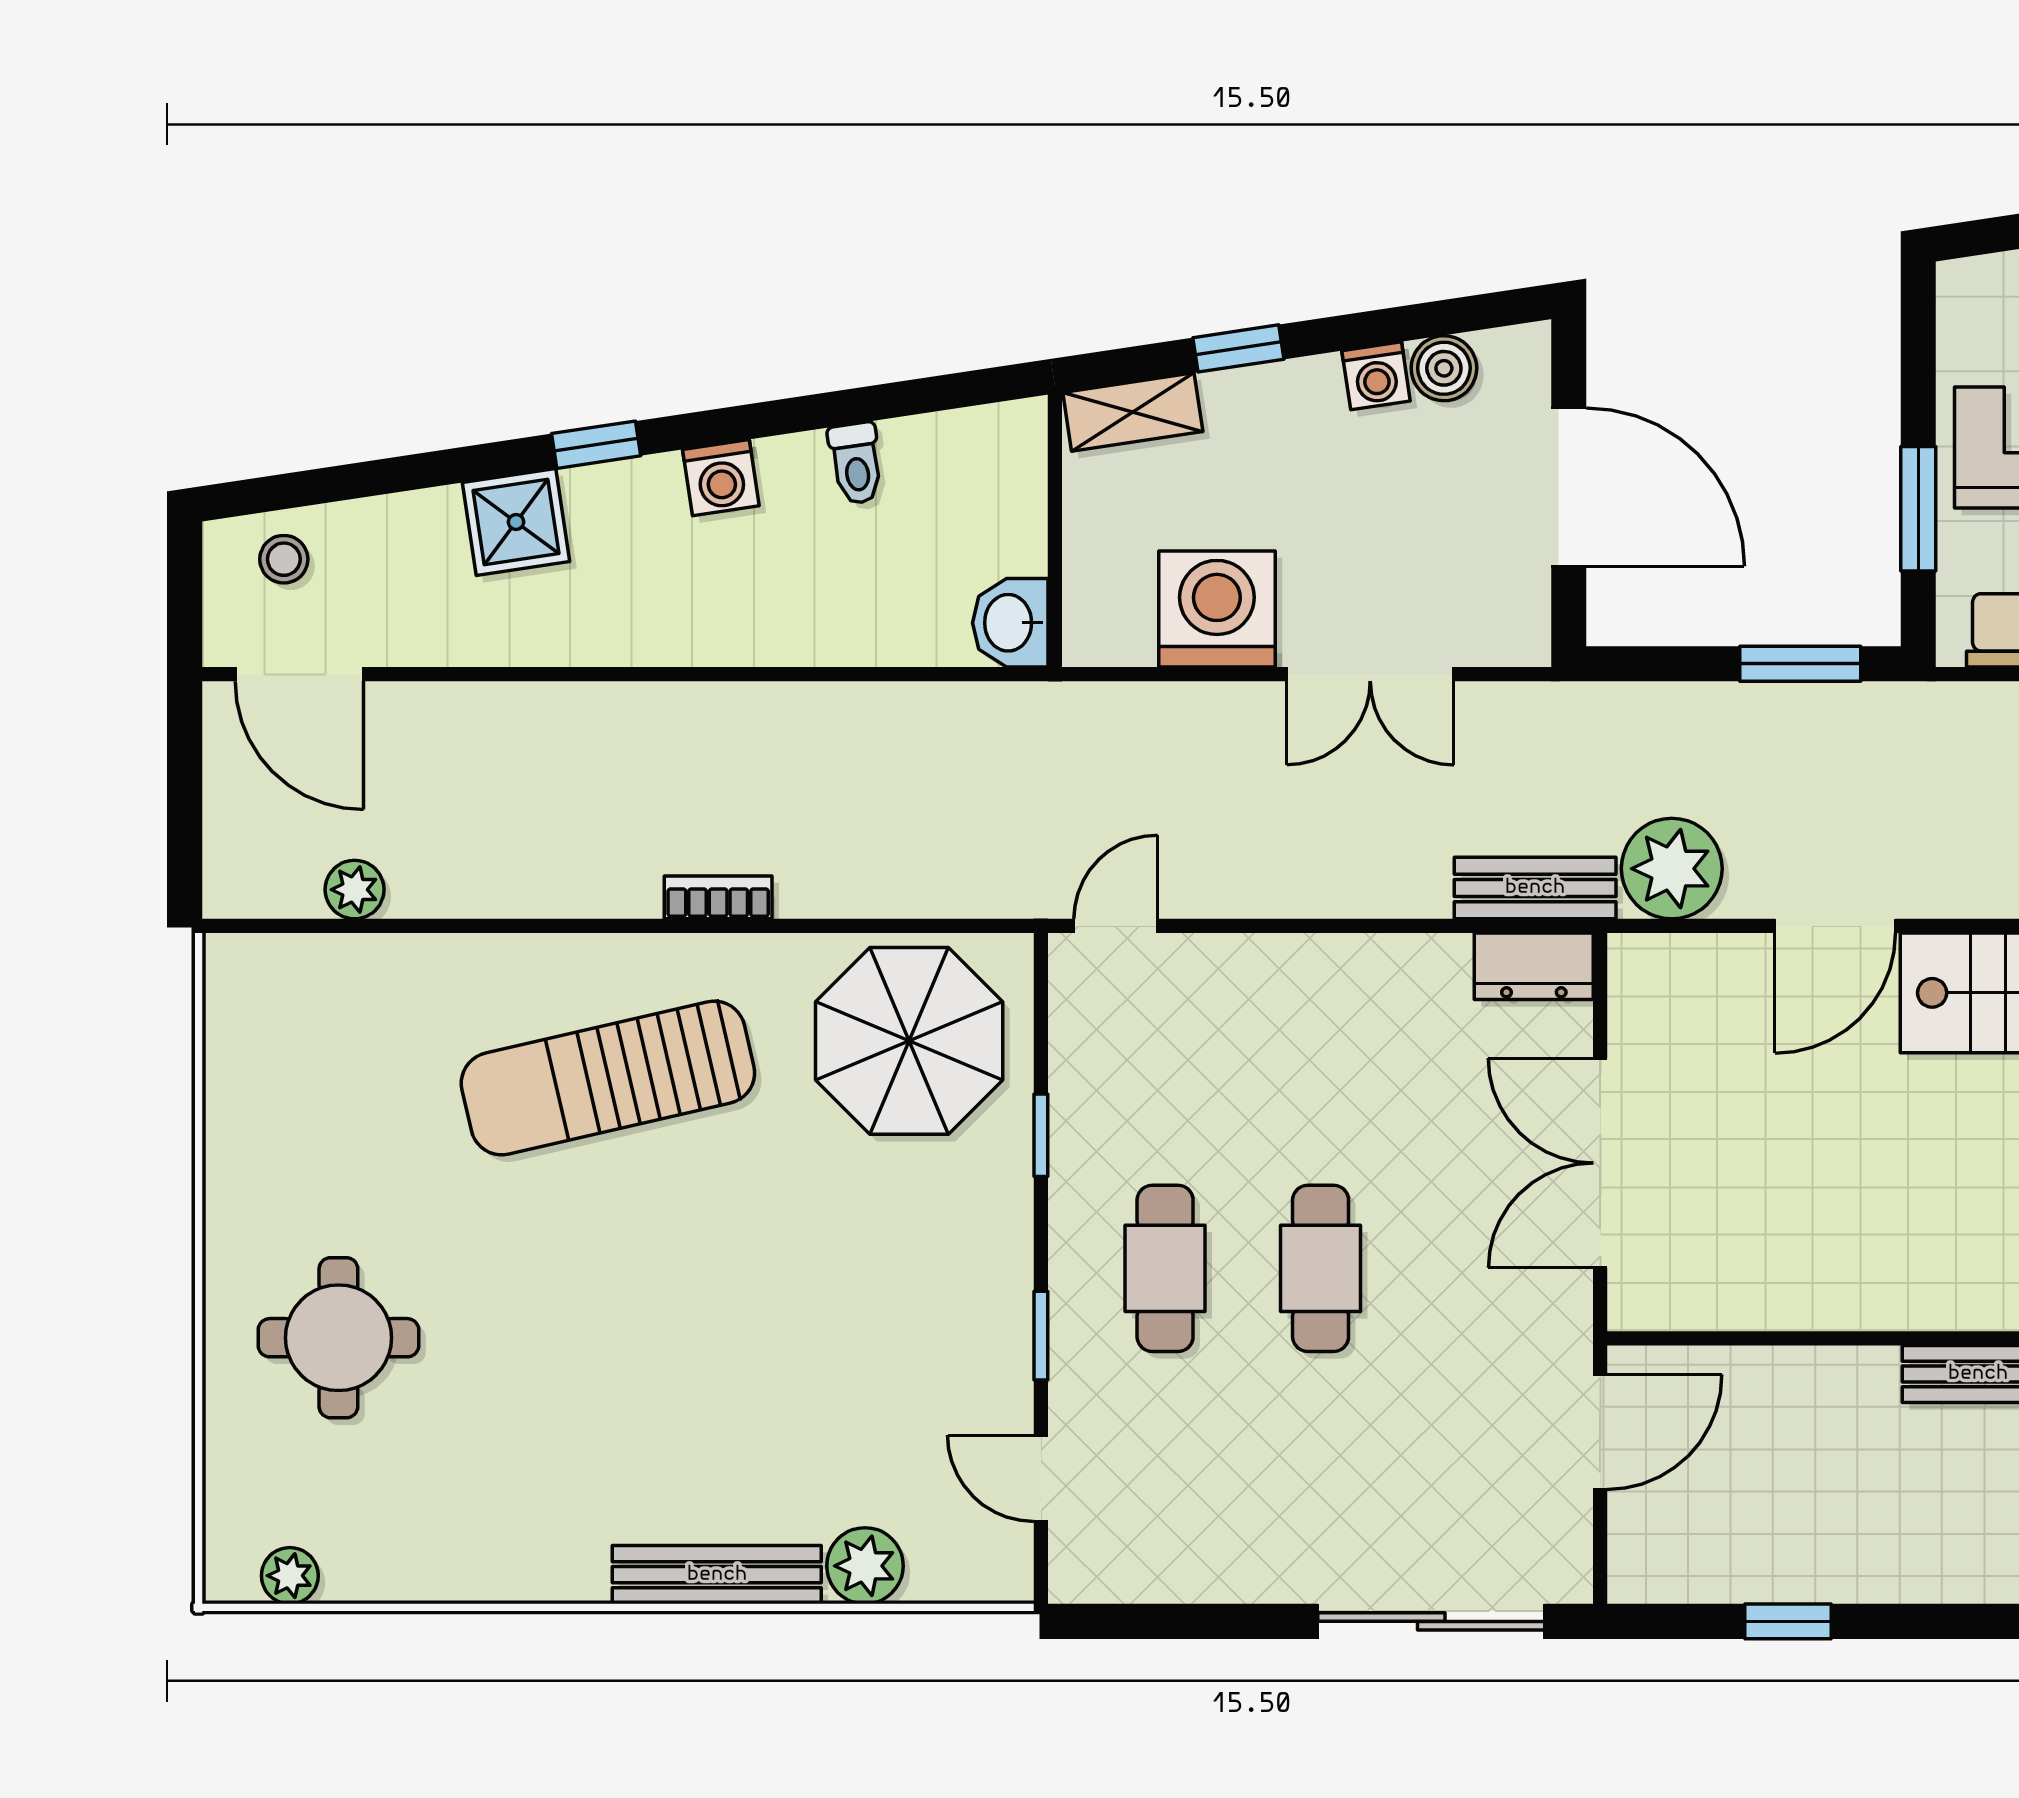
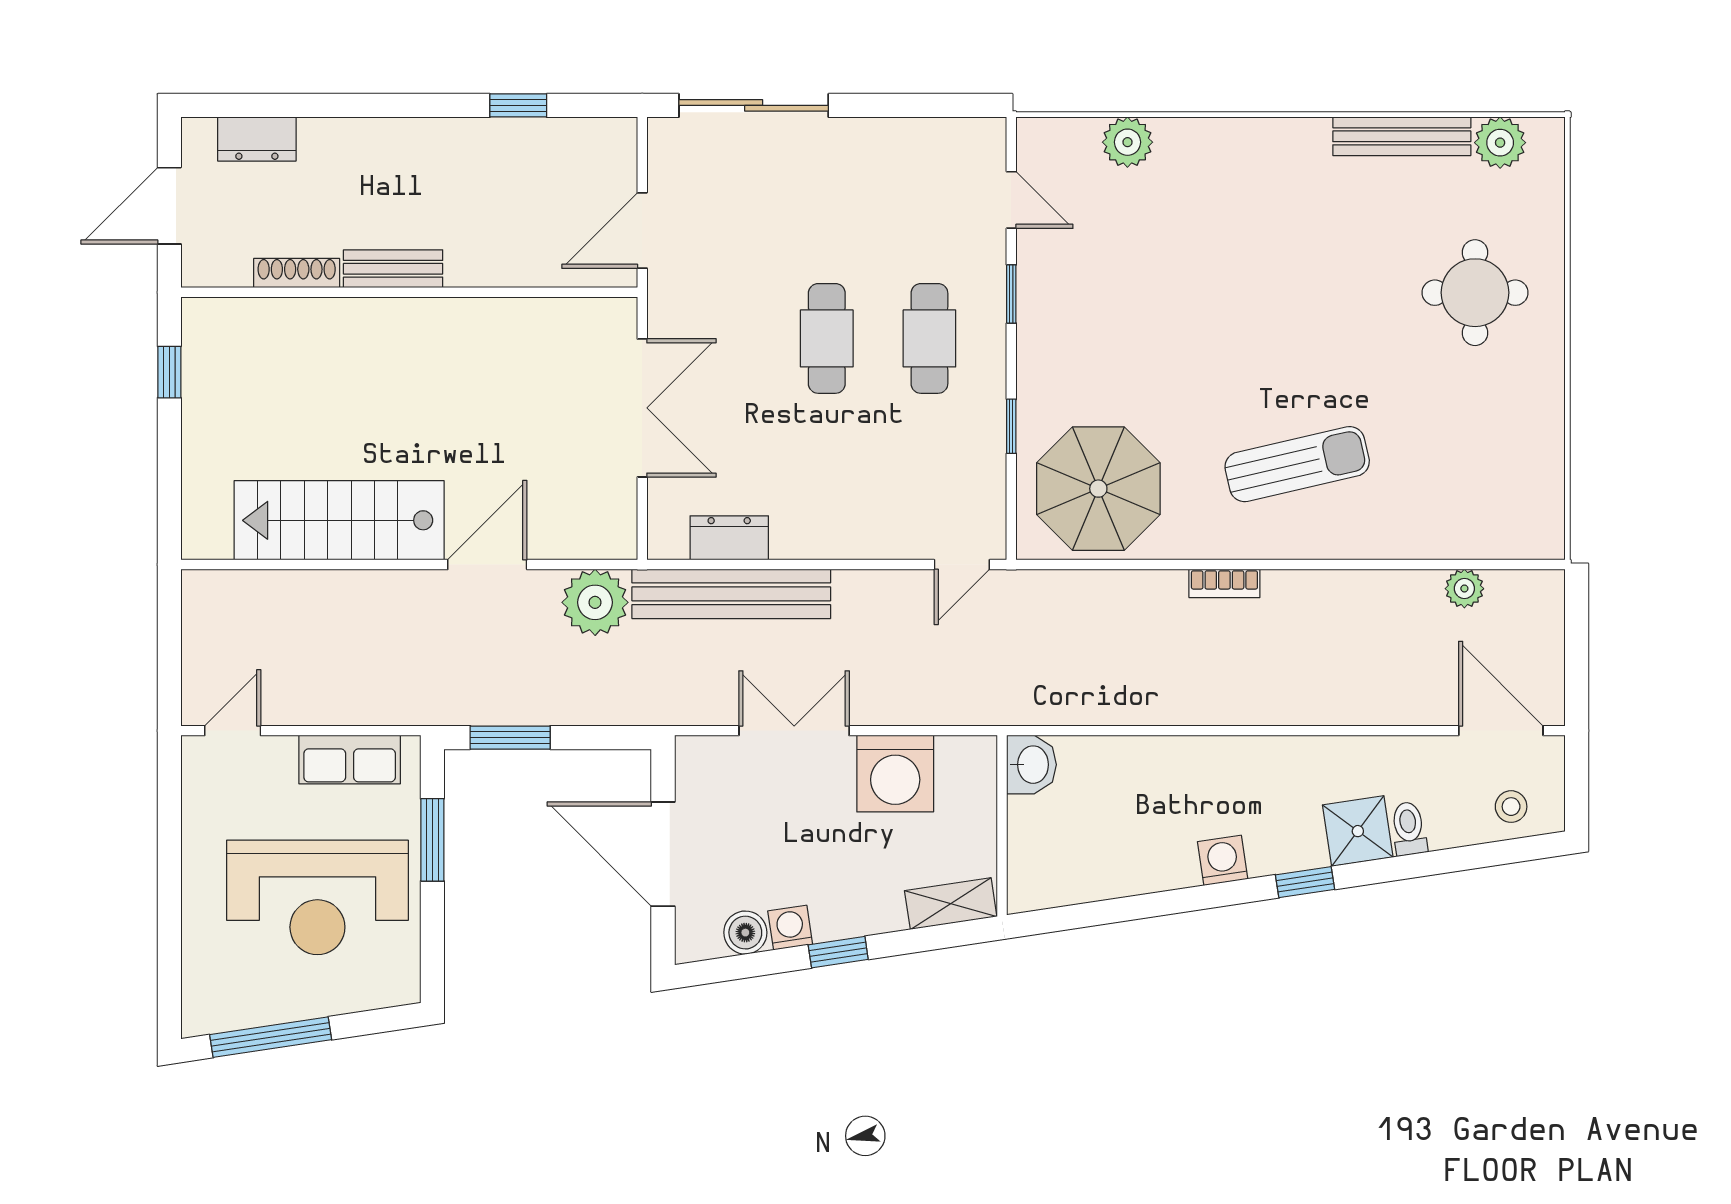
window: (1238, 348) -> (838, 952), moved
toilet: (856, 463) -> (1409, 829), moved
bench: (1535, 888) -> (731, 594), width x1.86, depth x1.21
dresser: (1534, 966) -> (729, 538), moved
sun lounger: (608, 1078) -> (1297, 464), width x0.73, depth x0.75
bench: (717, 1575) -> (1402, 136), moved
plant: (290, 1576) -> (1500, 143), width x1.38, depth x1.38

